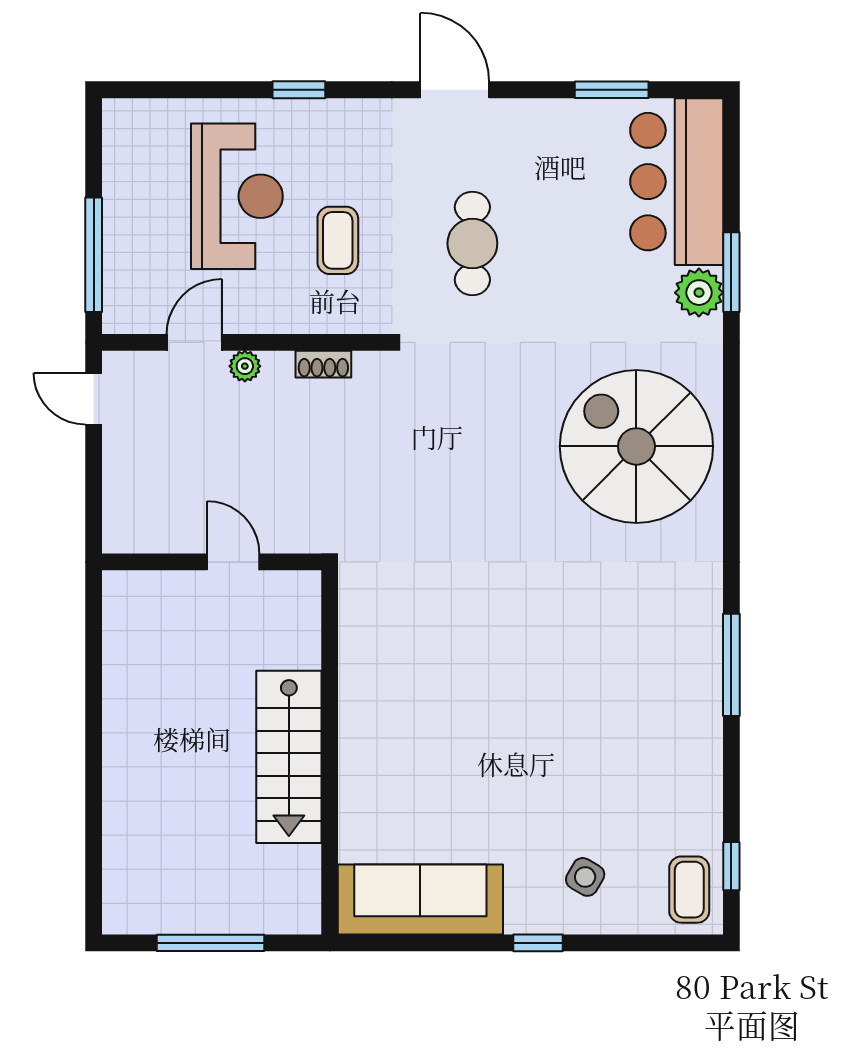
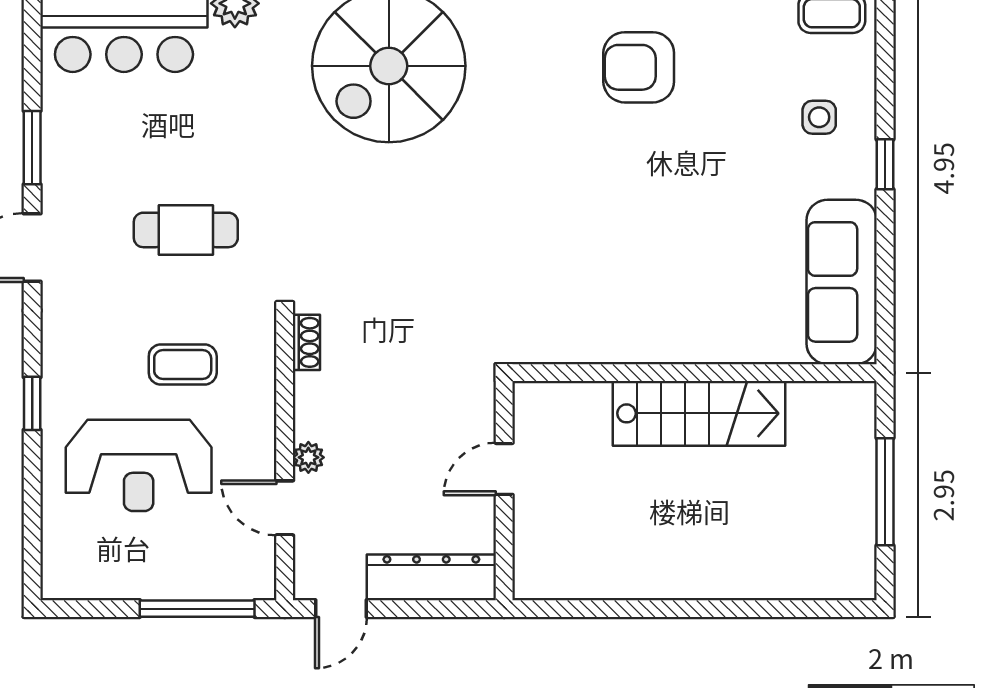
window: (612, 90) -> (32, 148), moved
reception desk: (237, 196) -> (139, 465), turned 180
shoe rack: (323, 364) -> (306, 342), moved
dresser: (125, 489) -> (431, 577), added
armchair: (635, 696) -> (639, 67), added
side table: (585, 877) -> (819, 117), turned -30

